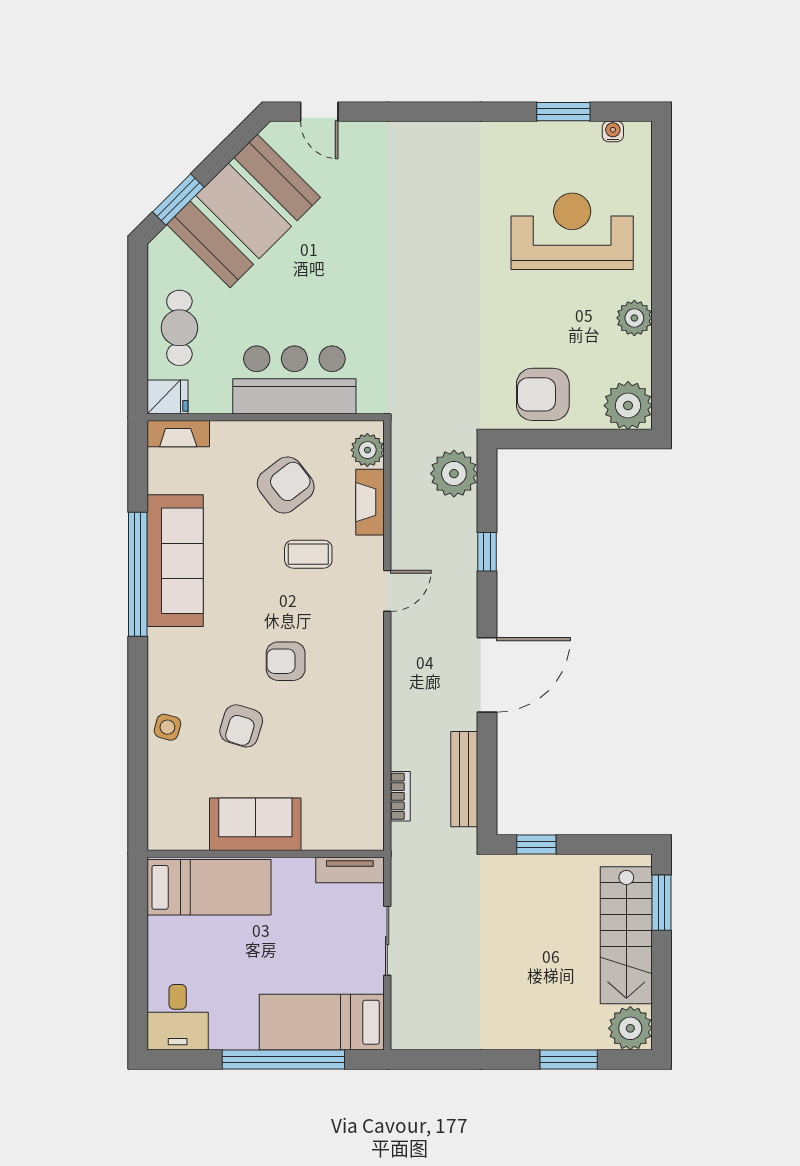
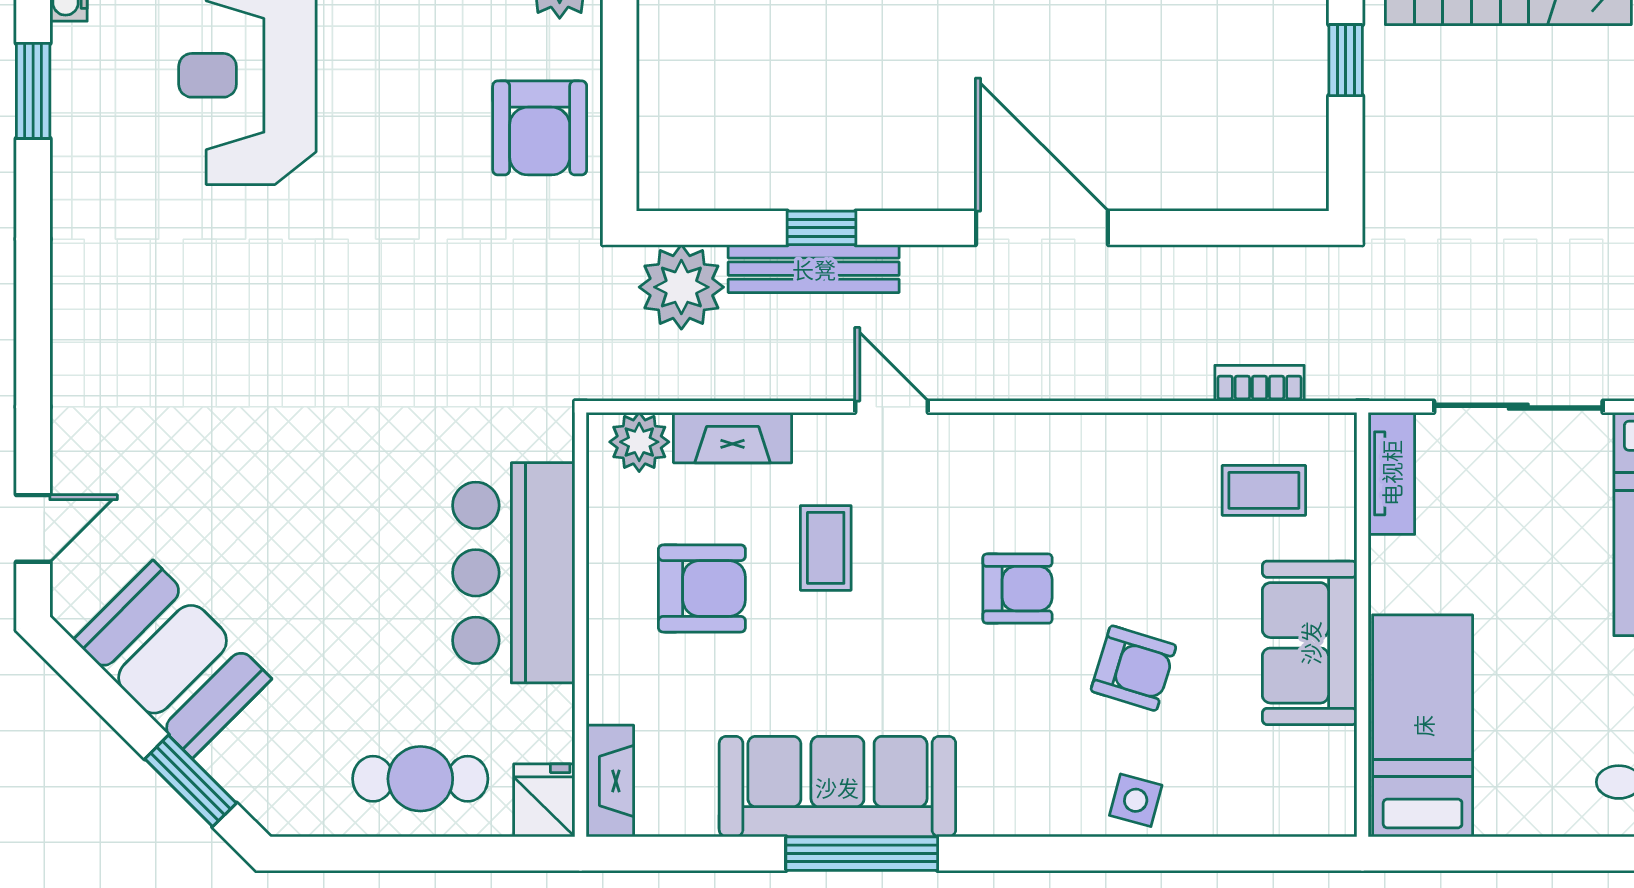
booth: (244, 211) -> (173, 659), width x0.73, depth x0.70
armchair: (286, 485) -> (702, 588), turned 128
window: (138, 574) -> (862, 854), width x0.68
armchair: (286, 661) -> (1017, 589), turned -90
bench: (464, 779) -> (814, 269), moved
coffee table: (340, 799) -> (1264, 490), added
window: (536, 844) -> (1346, 60), moved
sliding door: (387, 941) -> (1518, 407), width x1.37

